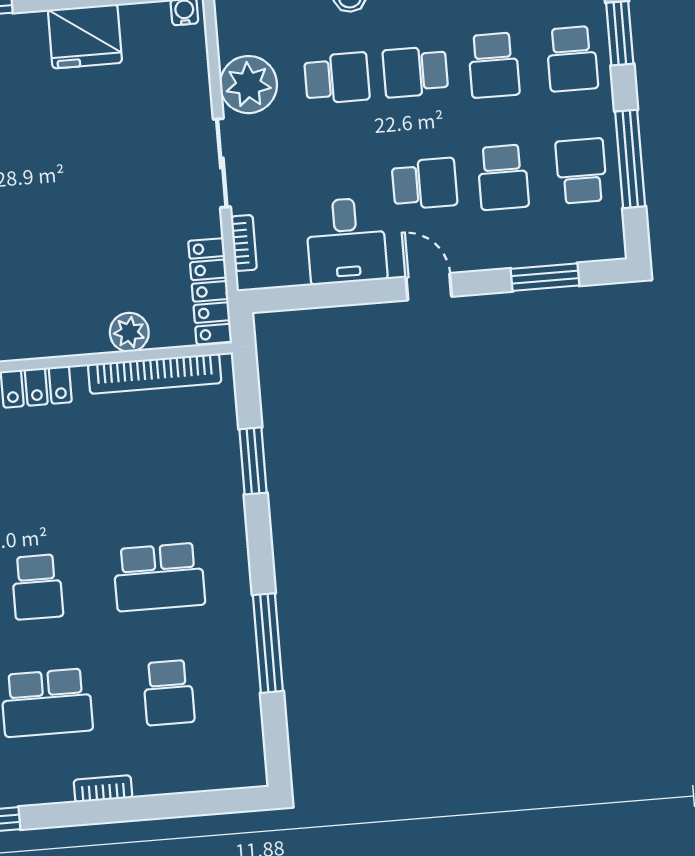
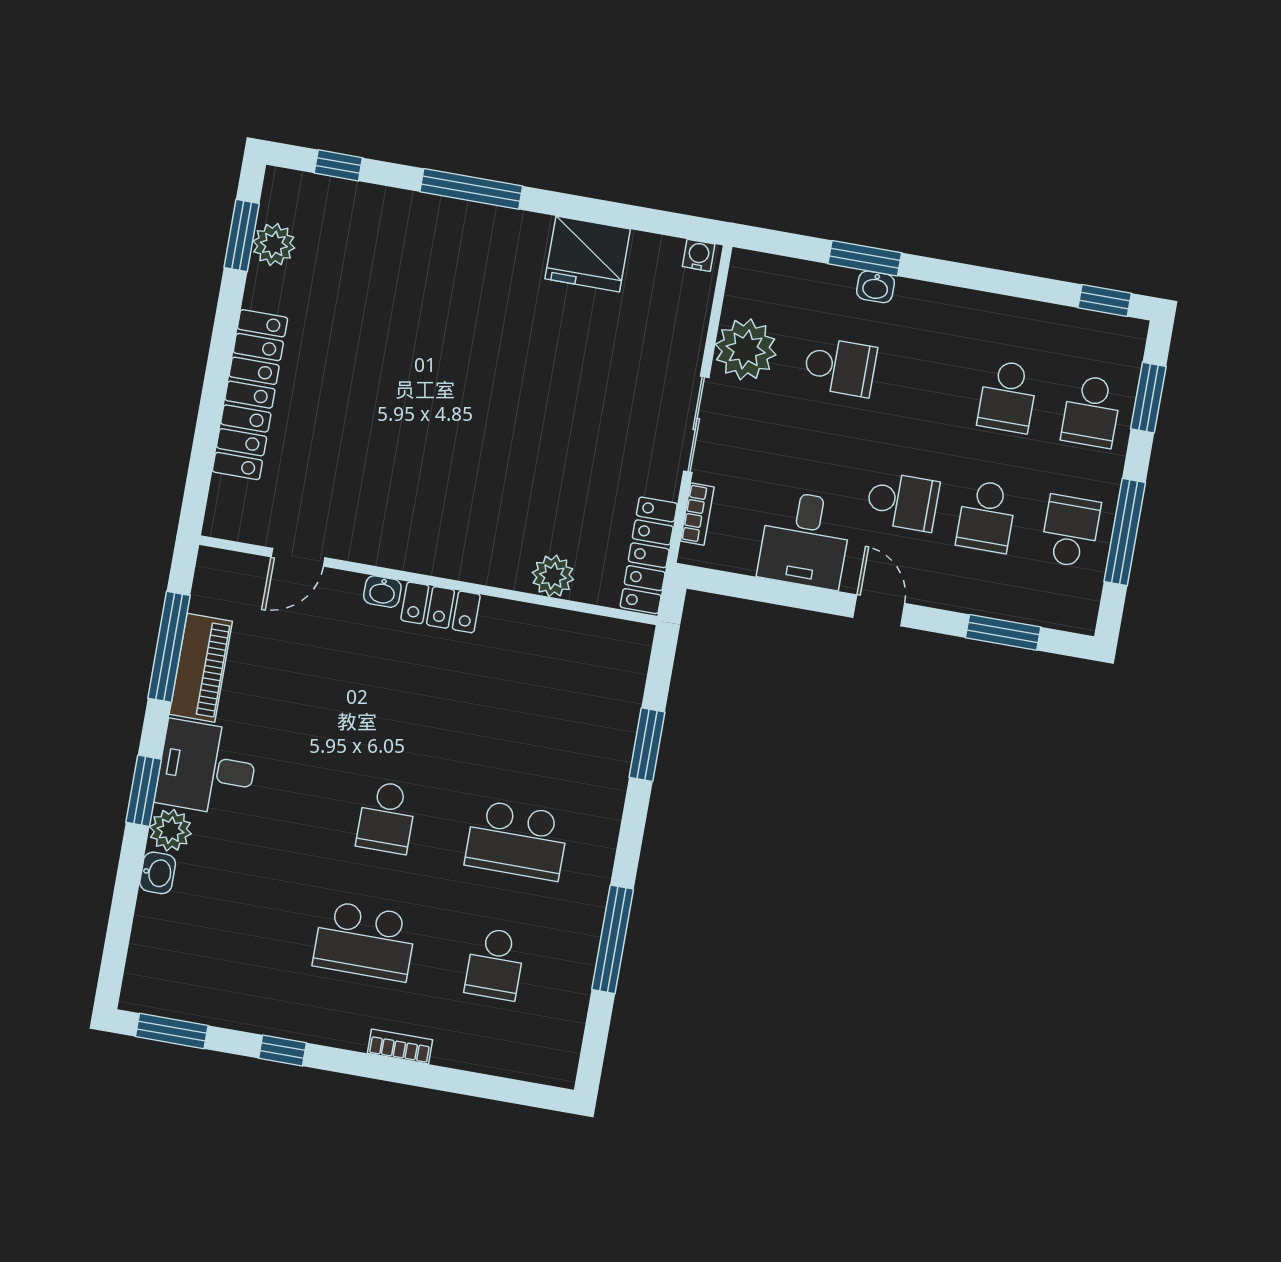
school desk: (415, 72) -> (924, 382), removed
bookcase: (155, 374) -> (568, 626), removed

